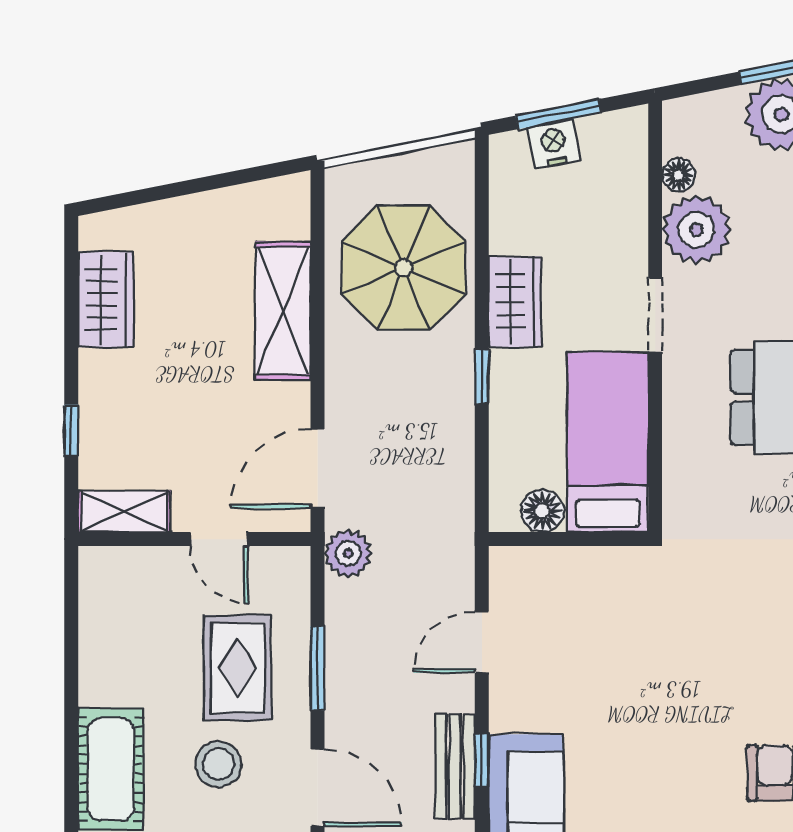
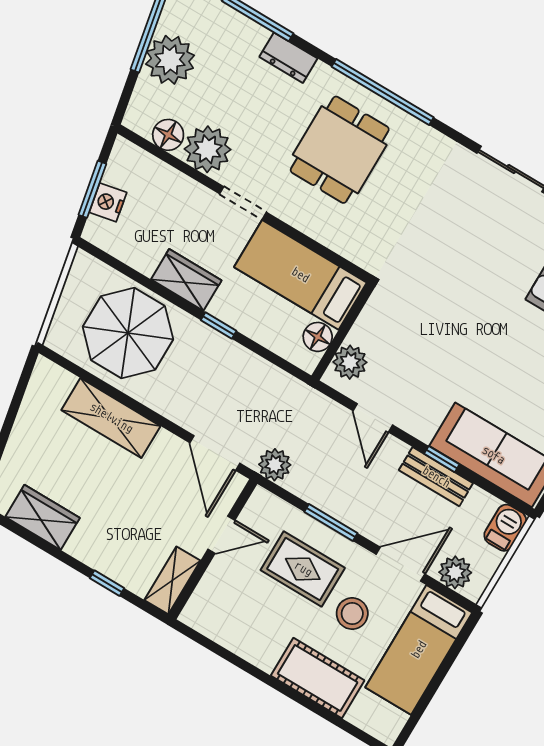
floor lamp: (679, 175) -> (168, 135), width x1.37, depth x1.37
plant: (535, 571) -> (350, 362), added

